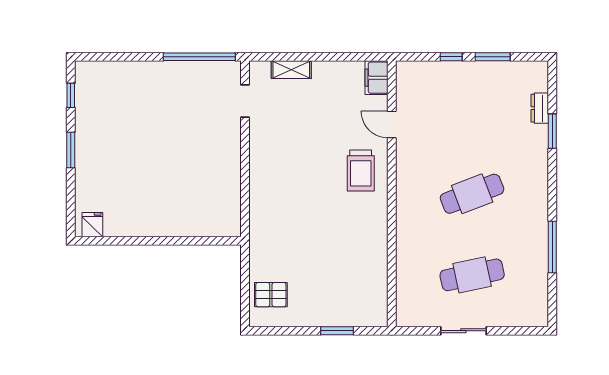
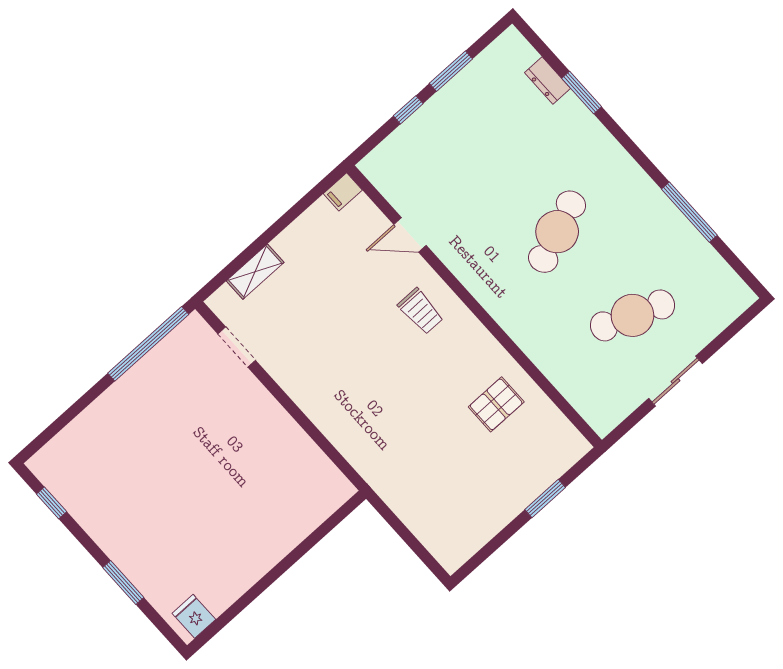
filing cabinet: (377, 78) -> (343, 192), width x0.50
window: (71, 150) -> (123, 583), moved
trolley: (361, 170) -> (421, 311), width x0.73, depth x0.72
cafe table: (472, 275) -> (632, 315), turned 33
pallet: (271, 295) -> (496, 404), moved

